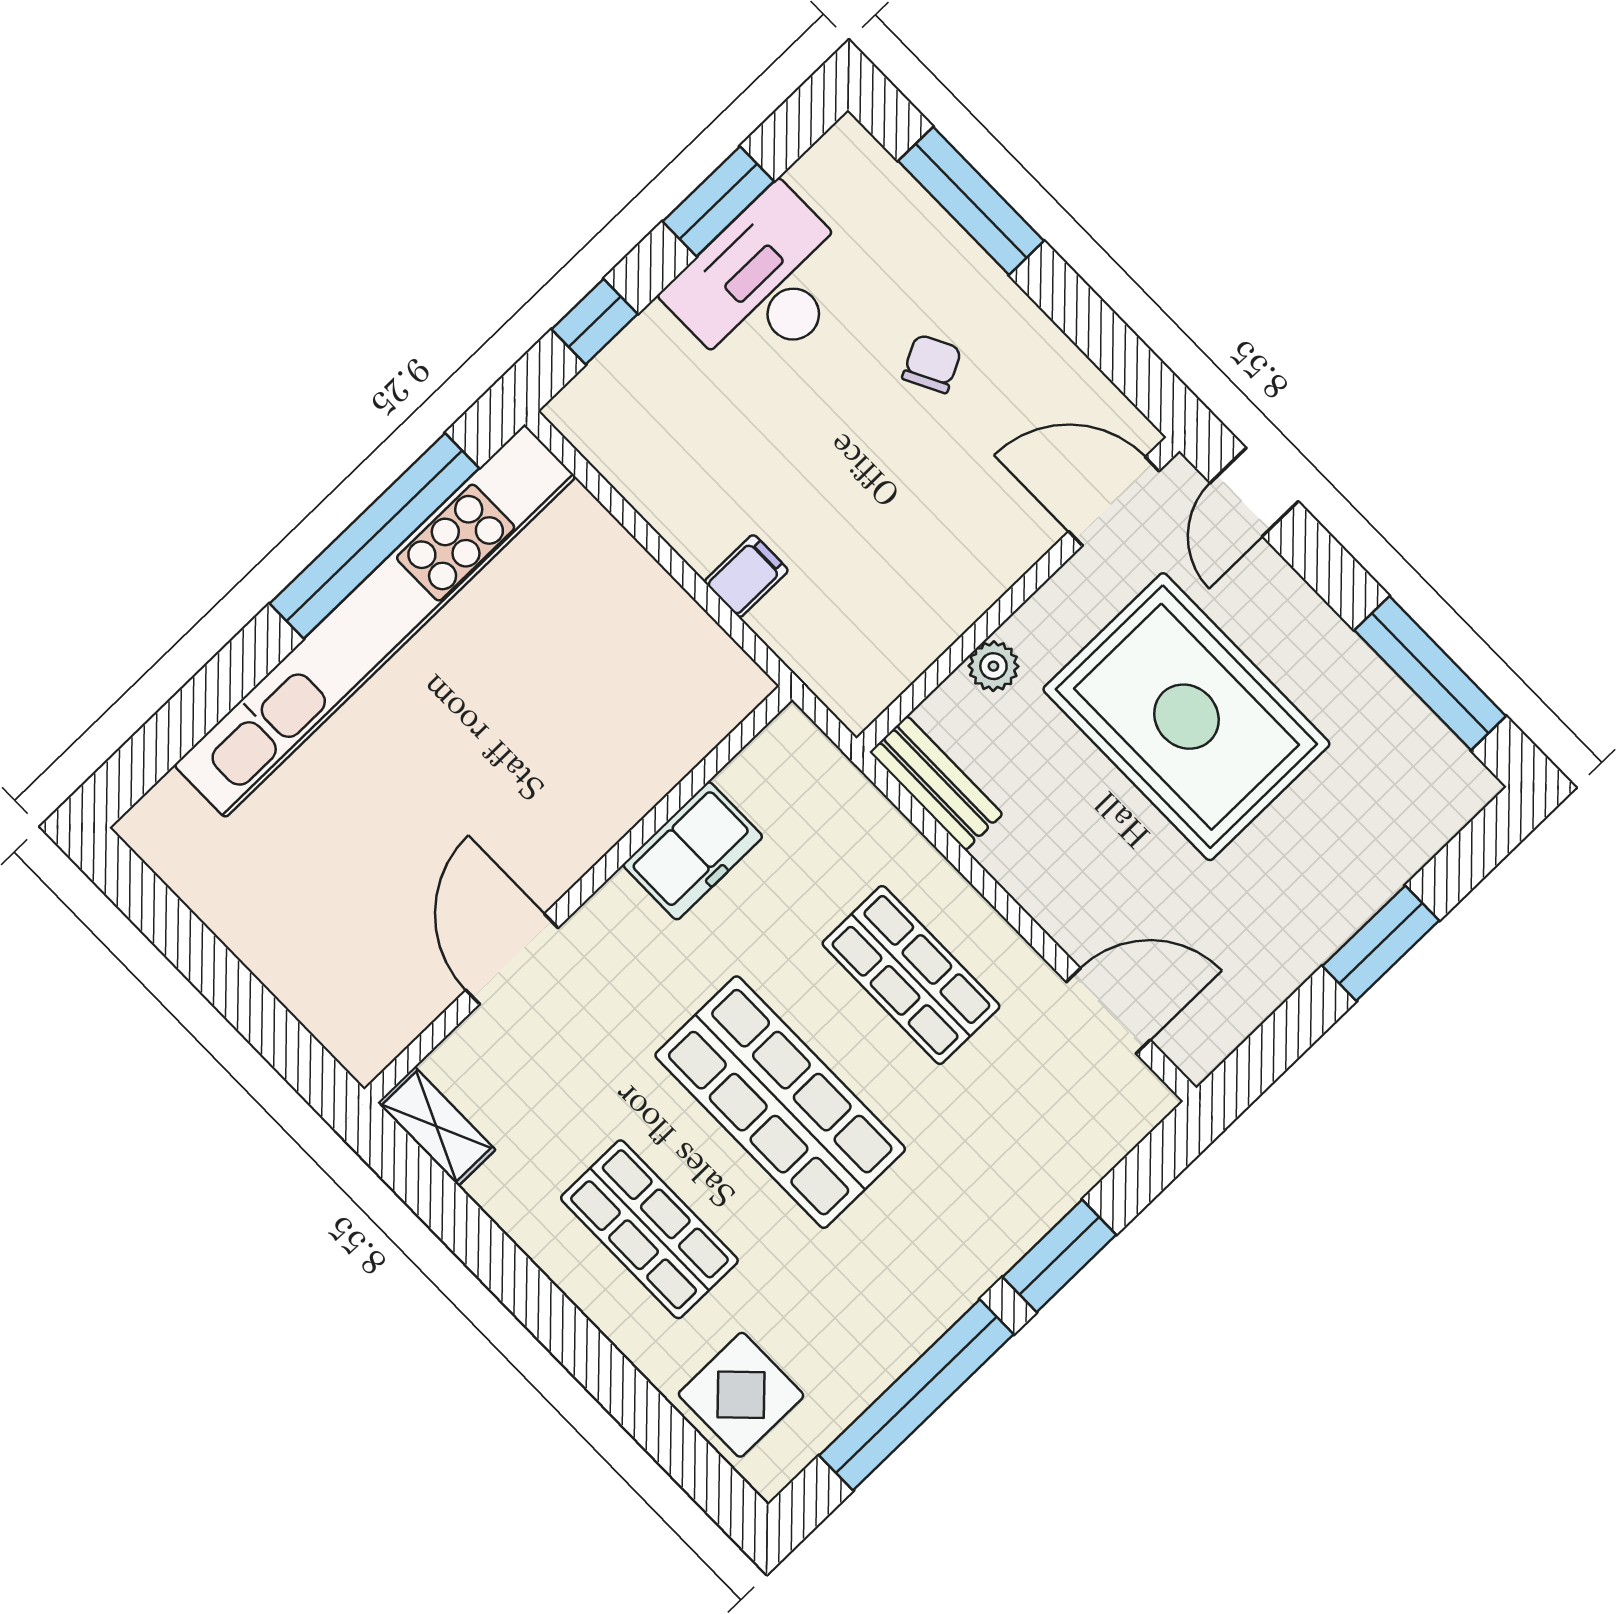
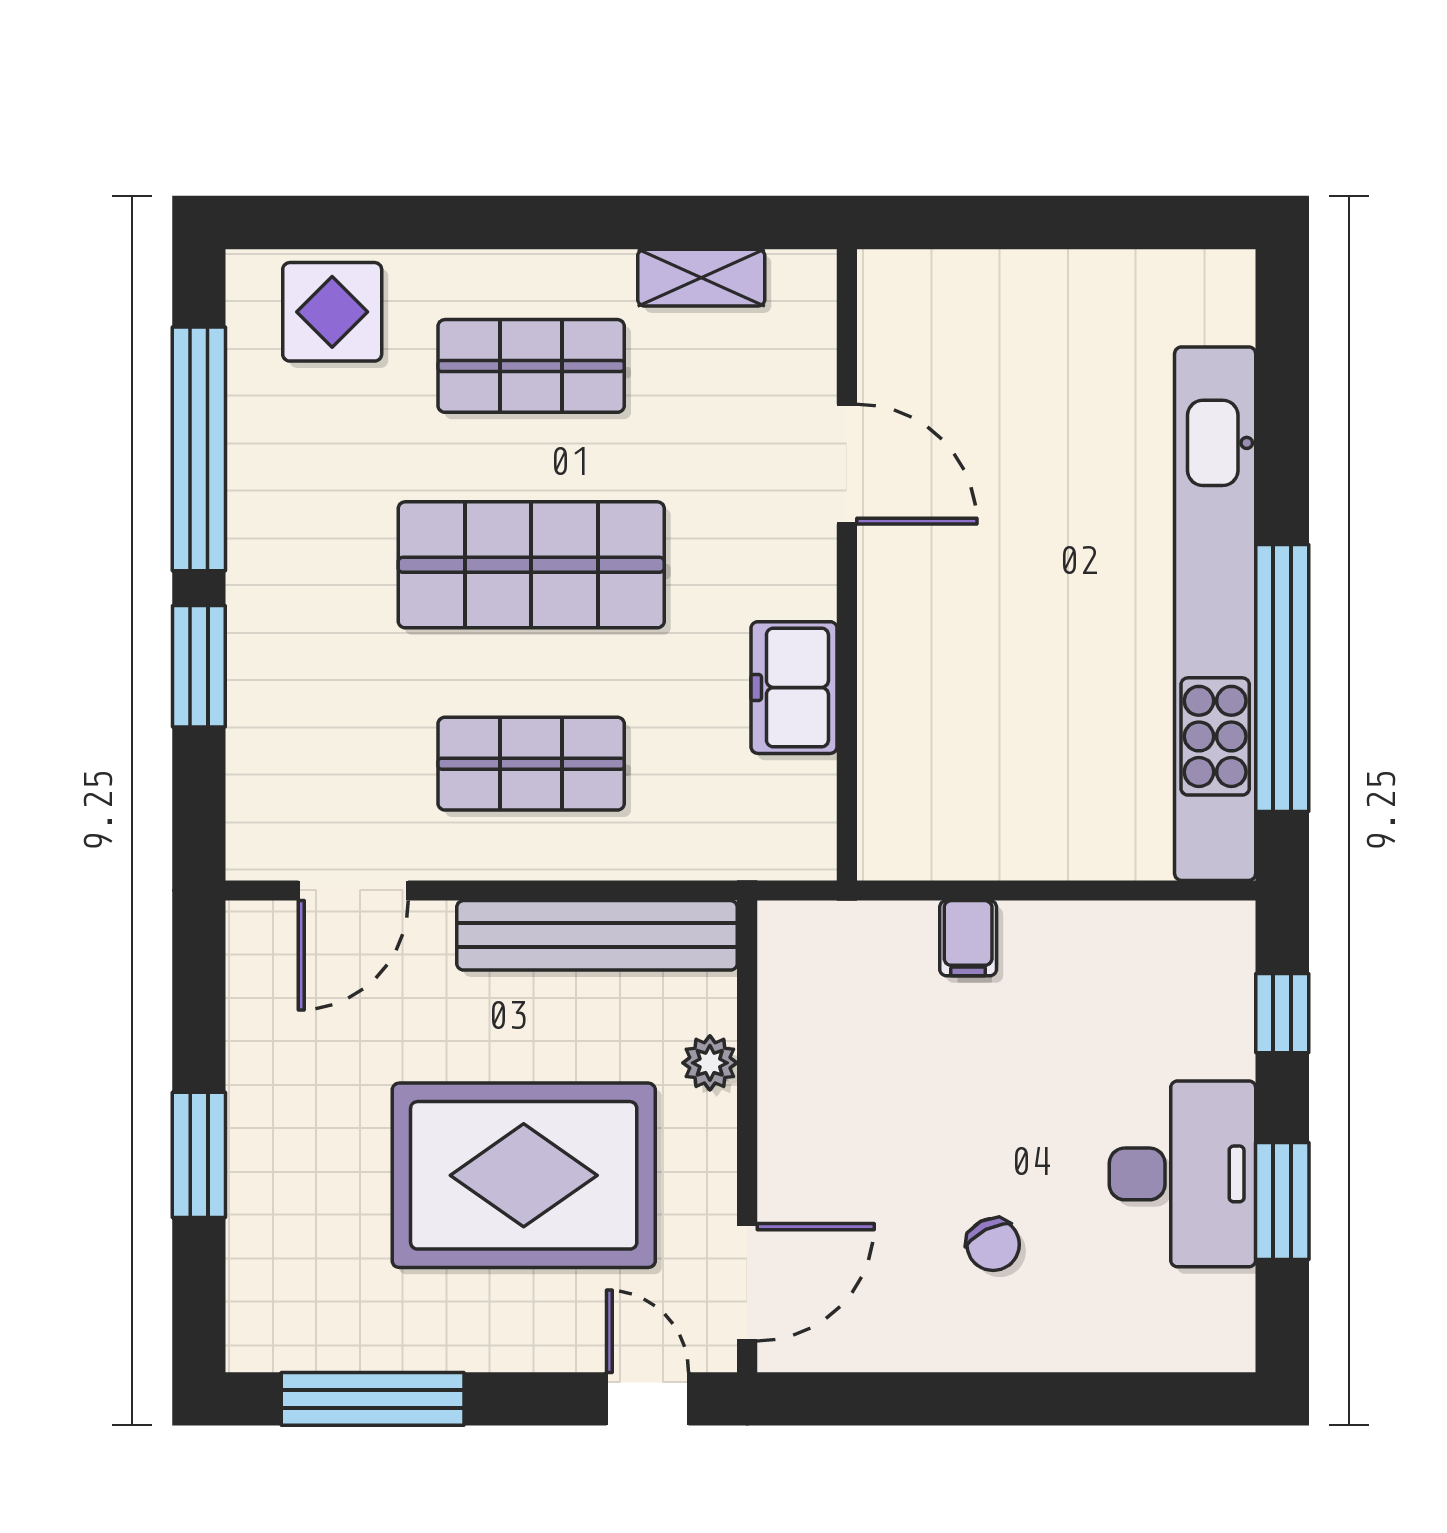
window: (971, 201) -> (1090, 1399), removed
bench: (936, 783) -> (597, 935), width x1.86, depth x1.21
shelving: (436, 1126) -> (701, 278), moved

